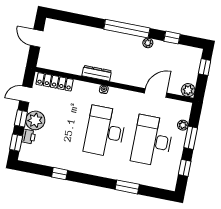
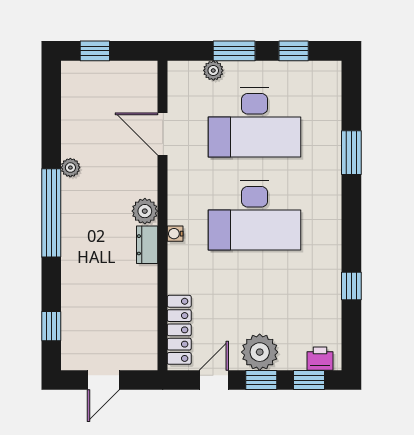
window: (172, 38) -> (51, 326), moved
dresser: (97, 73) -> (147, 245), width x0.70
plant: (188, 90) -> (145, 211), moved
door: (26, 94) -> (214, 380), swing flipped
printer: (29, 137) -> (320, 359), moved

